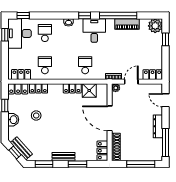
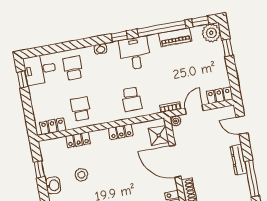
window: (23, 16) -> (200, 21), moved
desk: (20, 33) -> (40, 69), width x0.73
school desk: (85, 65) -> (132, 99), turned 180
locker: (18, 89) -> (52, 145), removed
shower: (89, 91) -> (159, 135), moved

